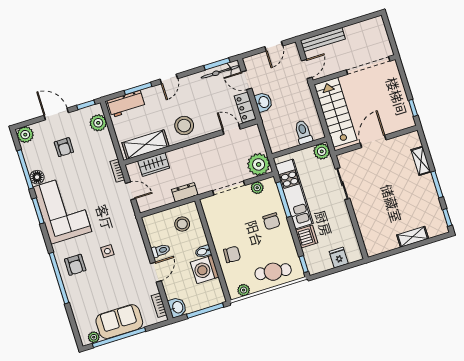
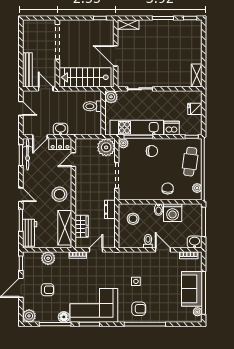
plant: (98, 123) -> (48, 258), moved
shelving: (421, 161) -> (128, 25), moved
plant: (257, 188) -> (123, 143), moved
shelving: (413, 237) -> (197, 76), moved

